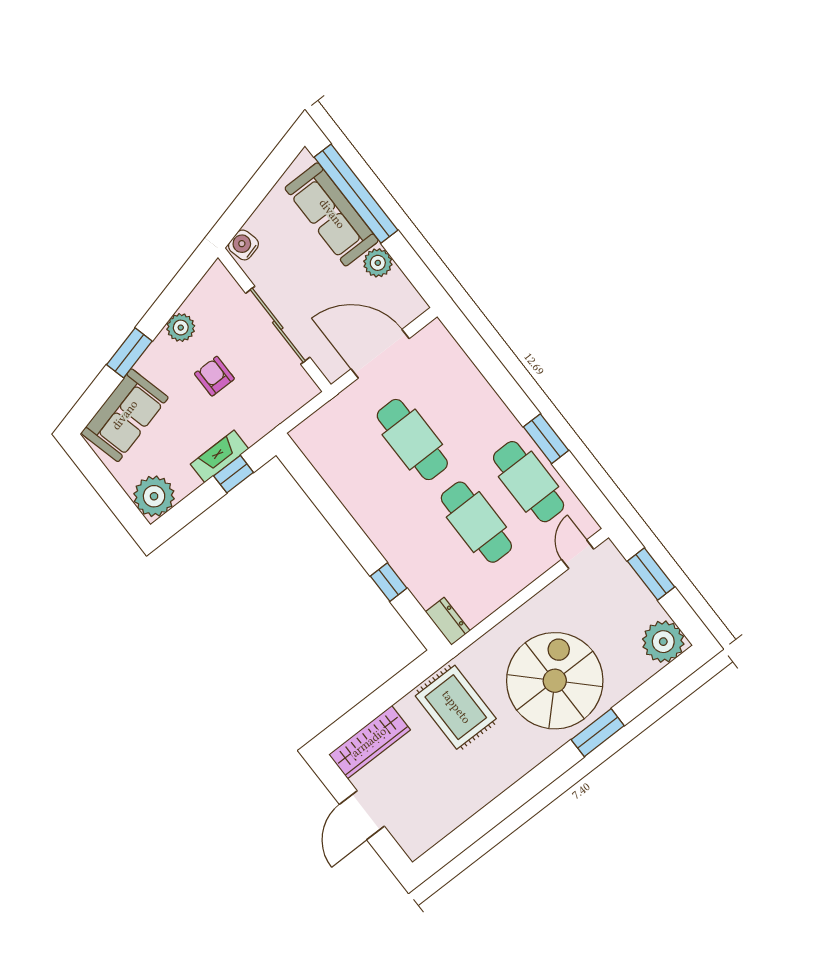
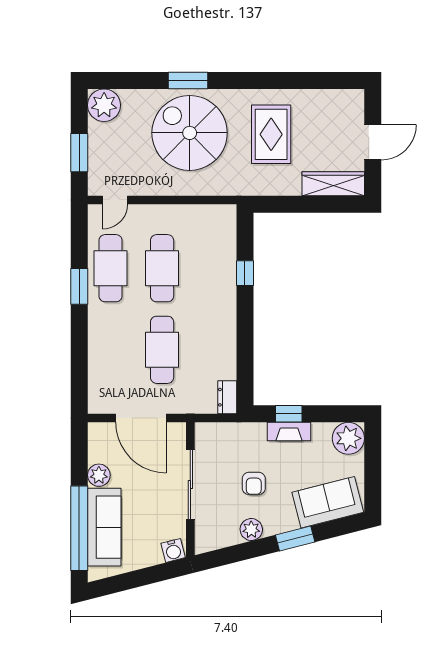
dresser: (448, 621) -> (227, 397), moved
spiral stairs: (555, 681) -> (190, 133), turned 90
rug: (456, 707) -> (271, 134), moved

